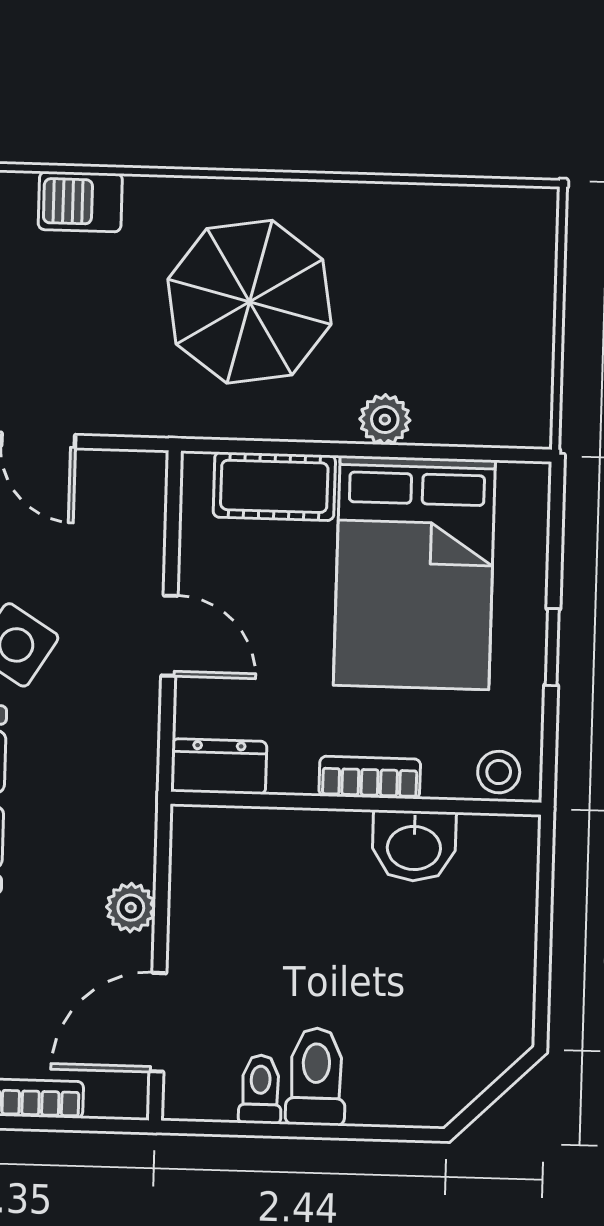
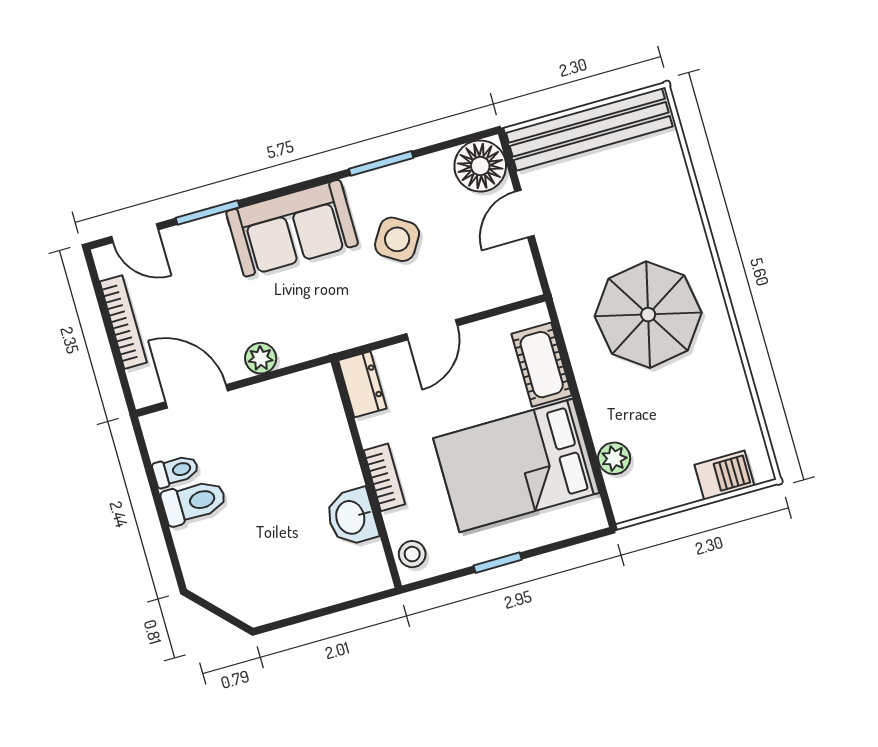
barbecue: (80, 202) -> (724, 475), moved, turned 90
plant: (385, 420) -> (614, 458), moved

